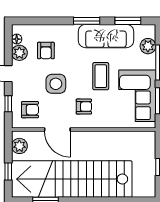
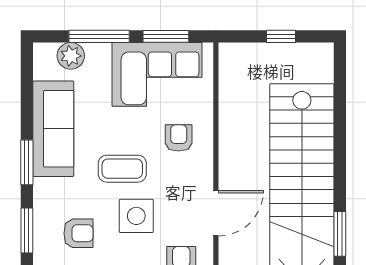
window: (128, 21) -> (27, 230), moved
coffee table: (101, 76) -> (122, 169), moved
armchair: (84, 107) -> (179, 138), moved

